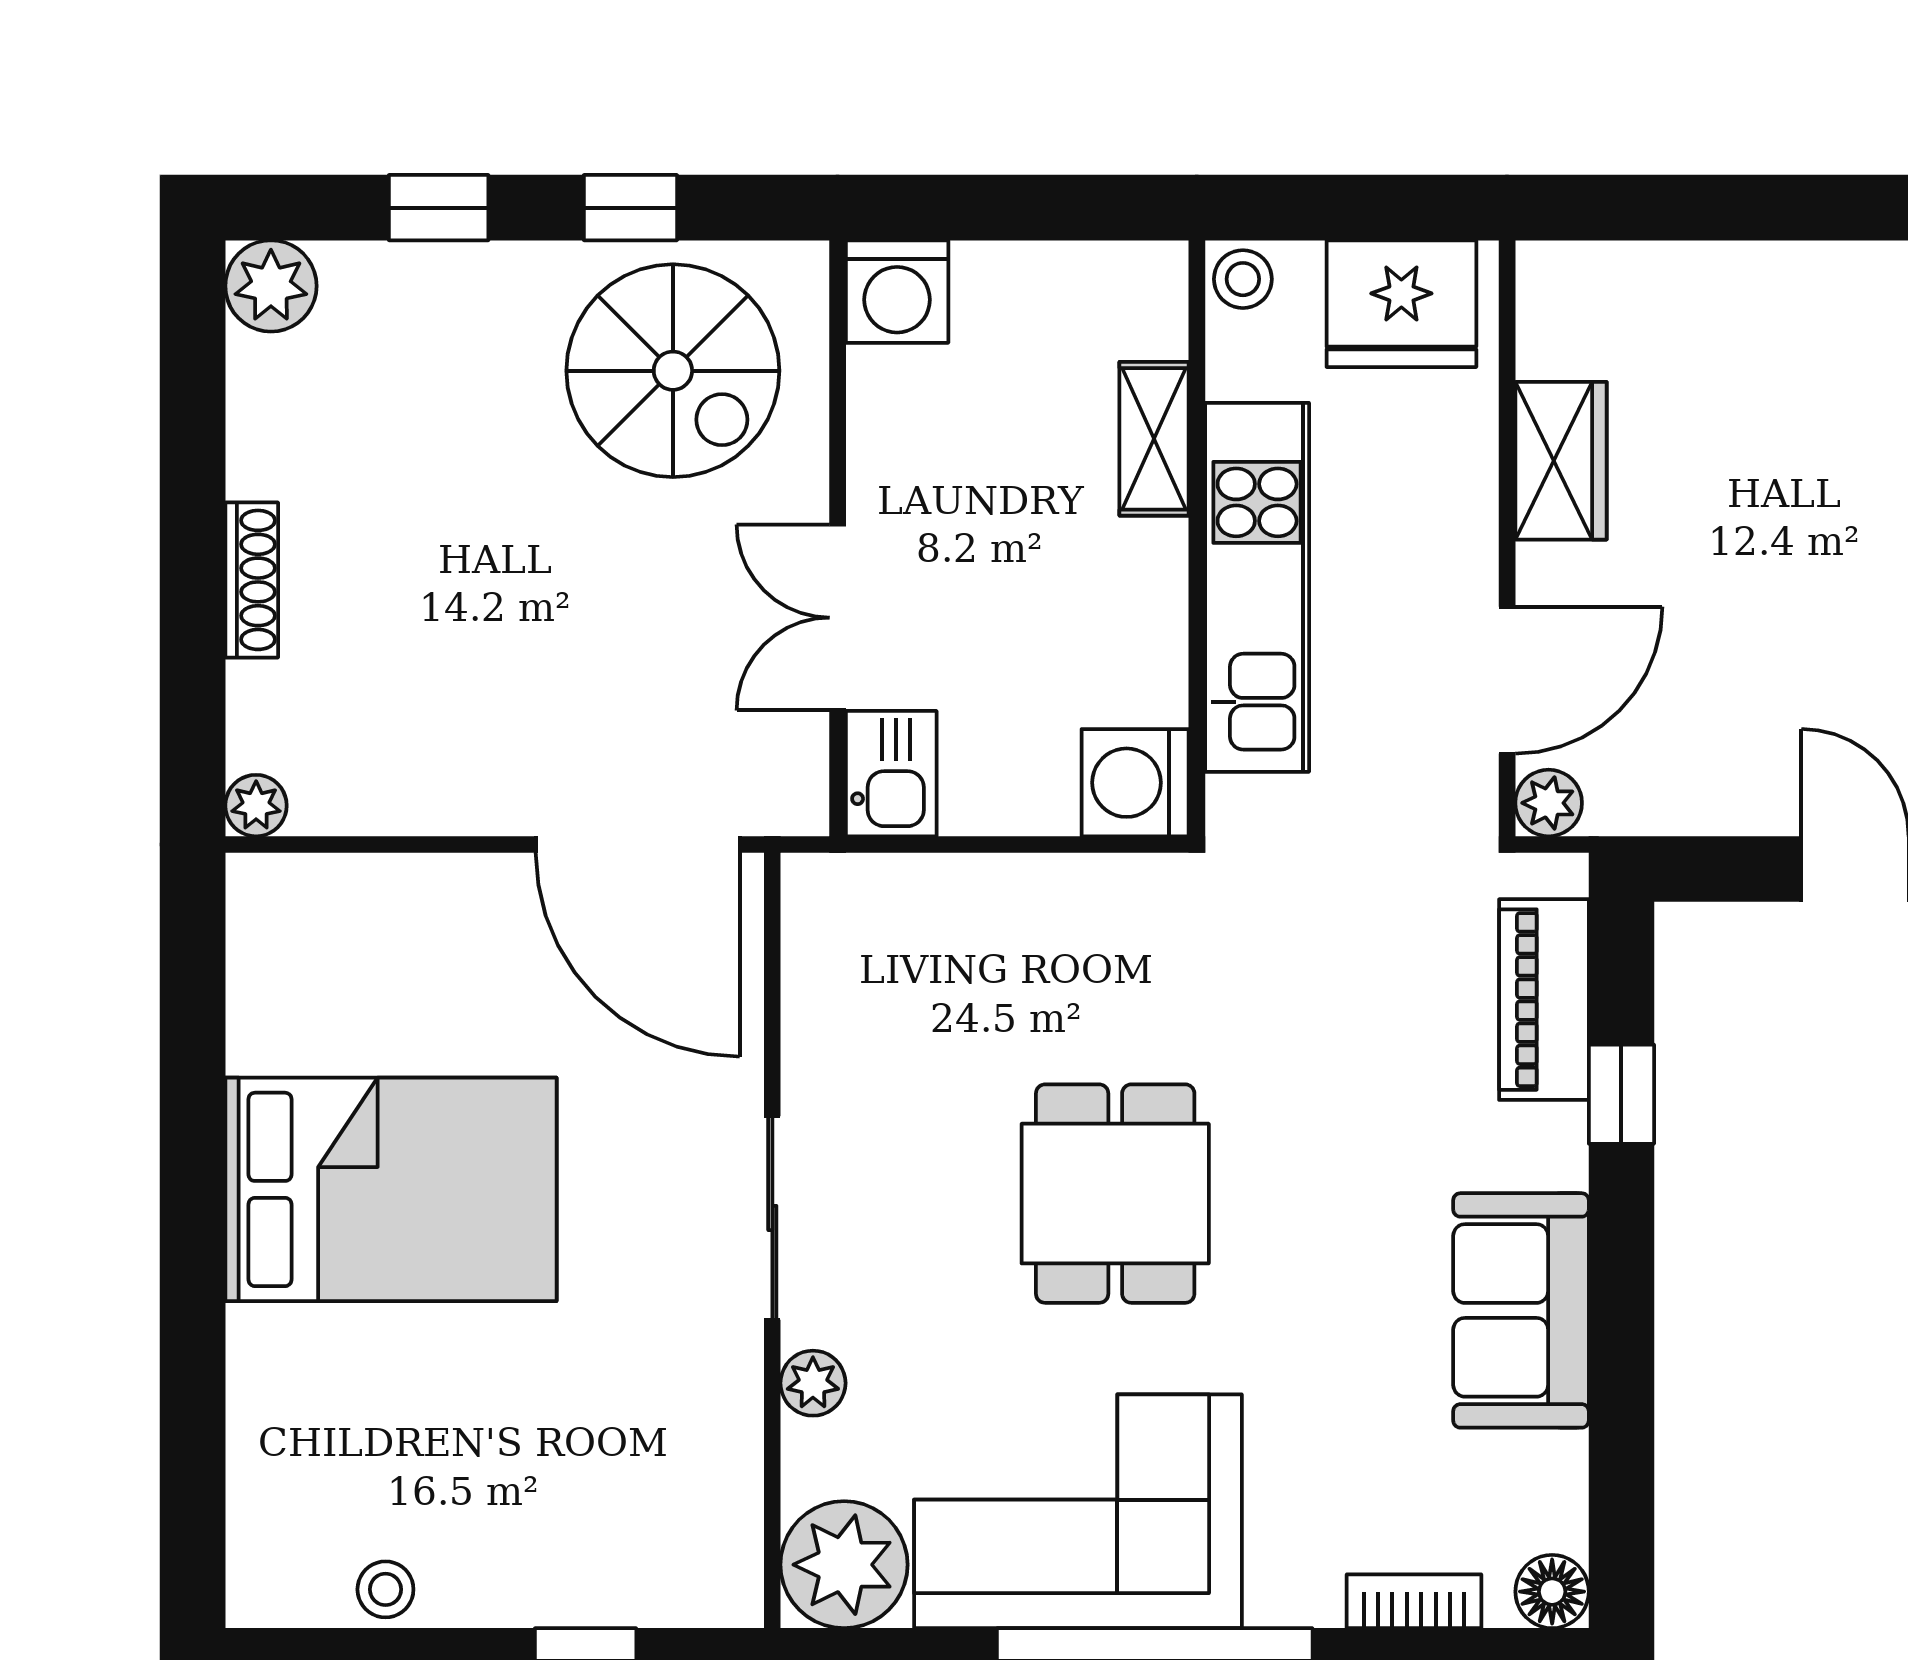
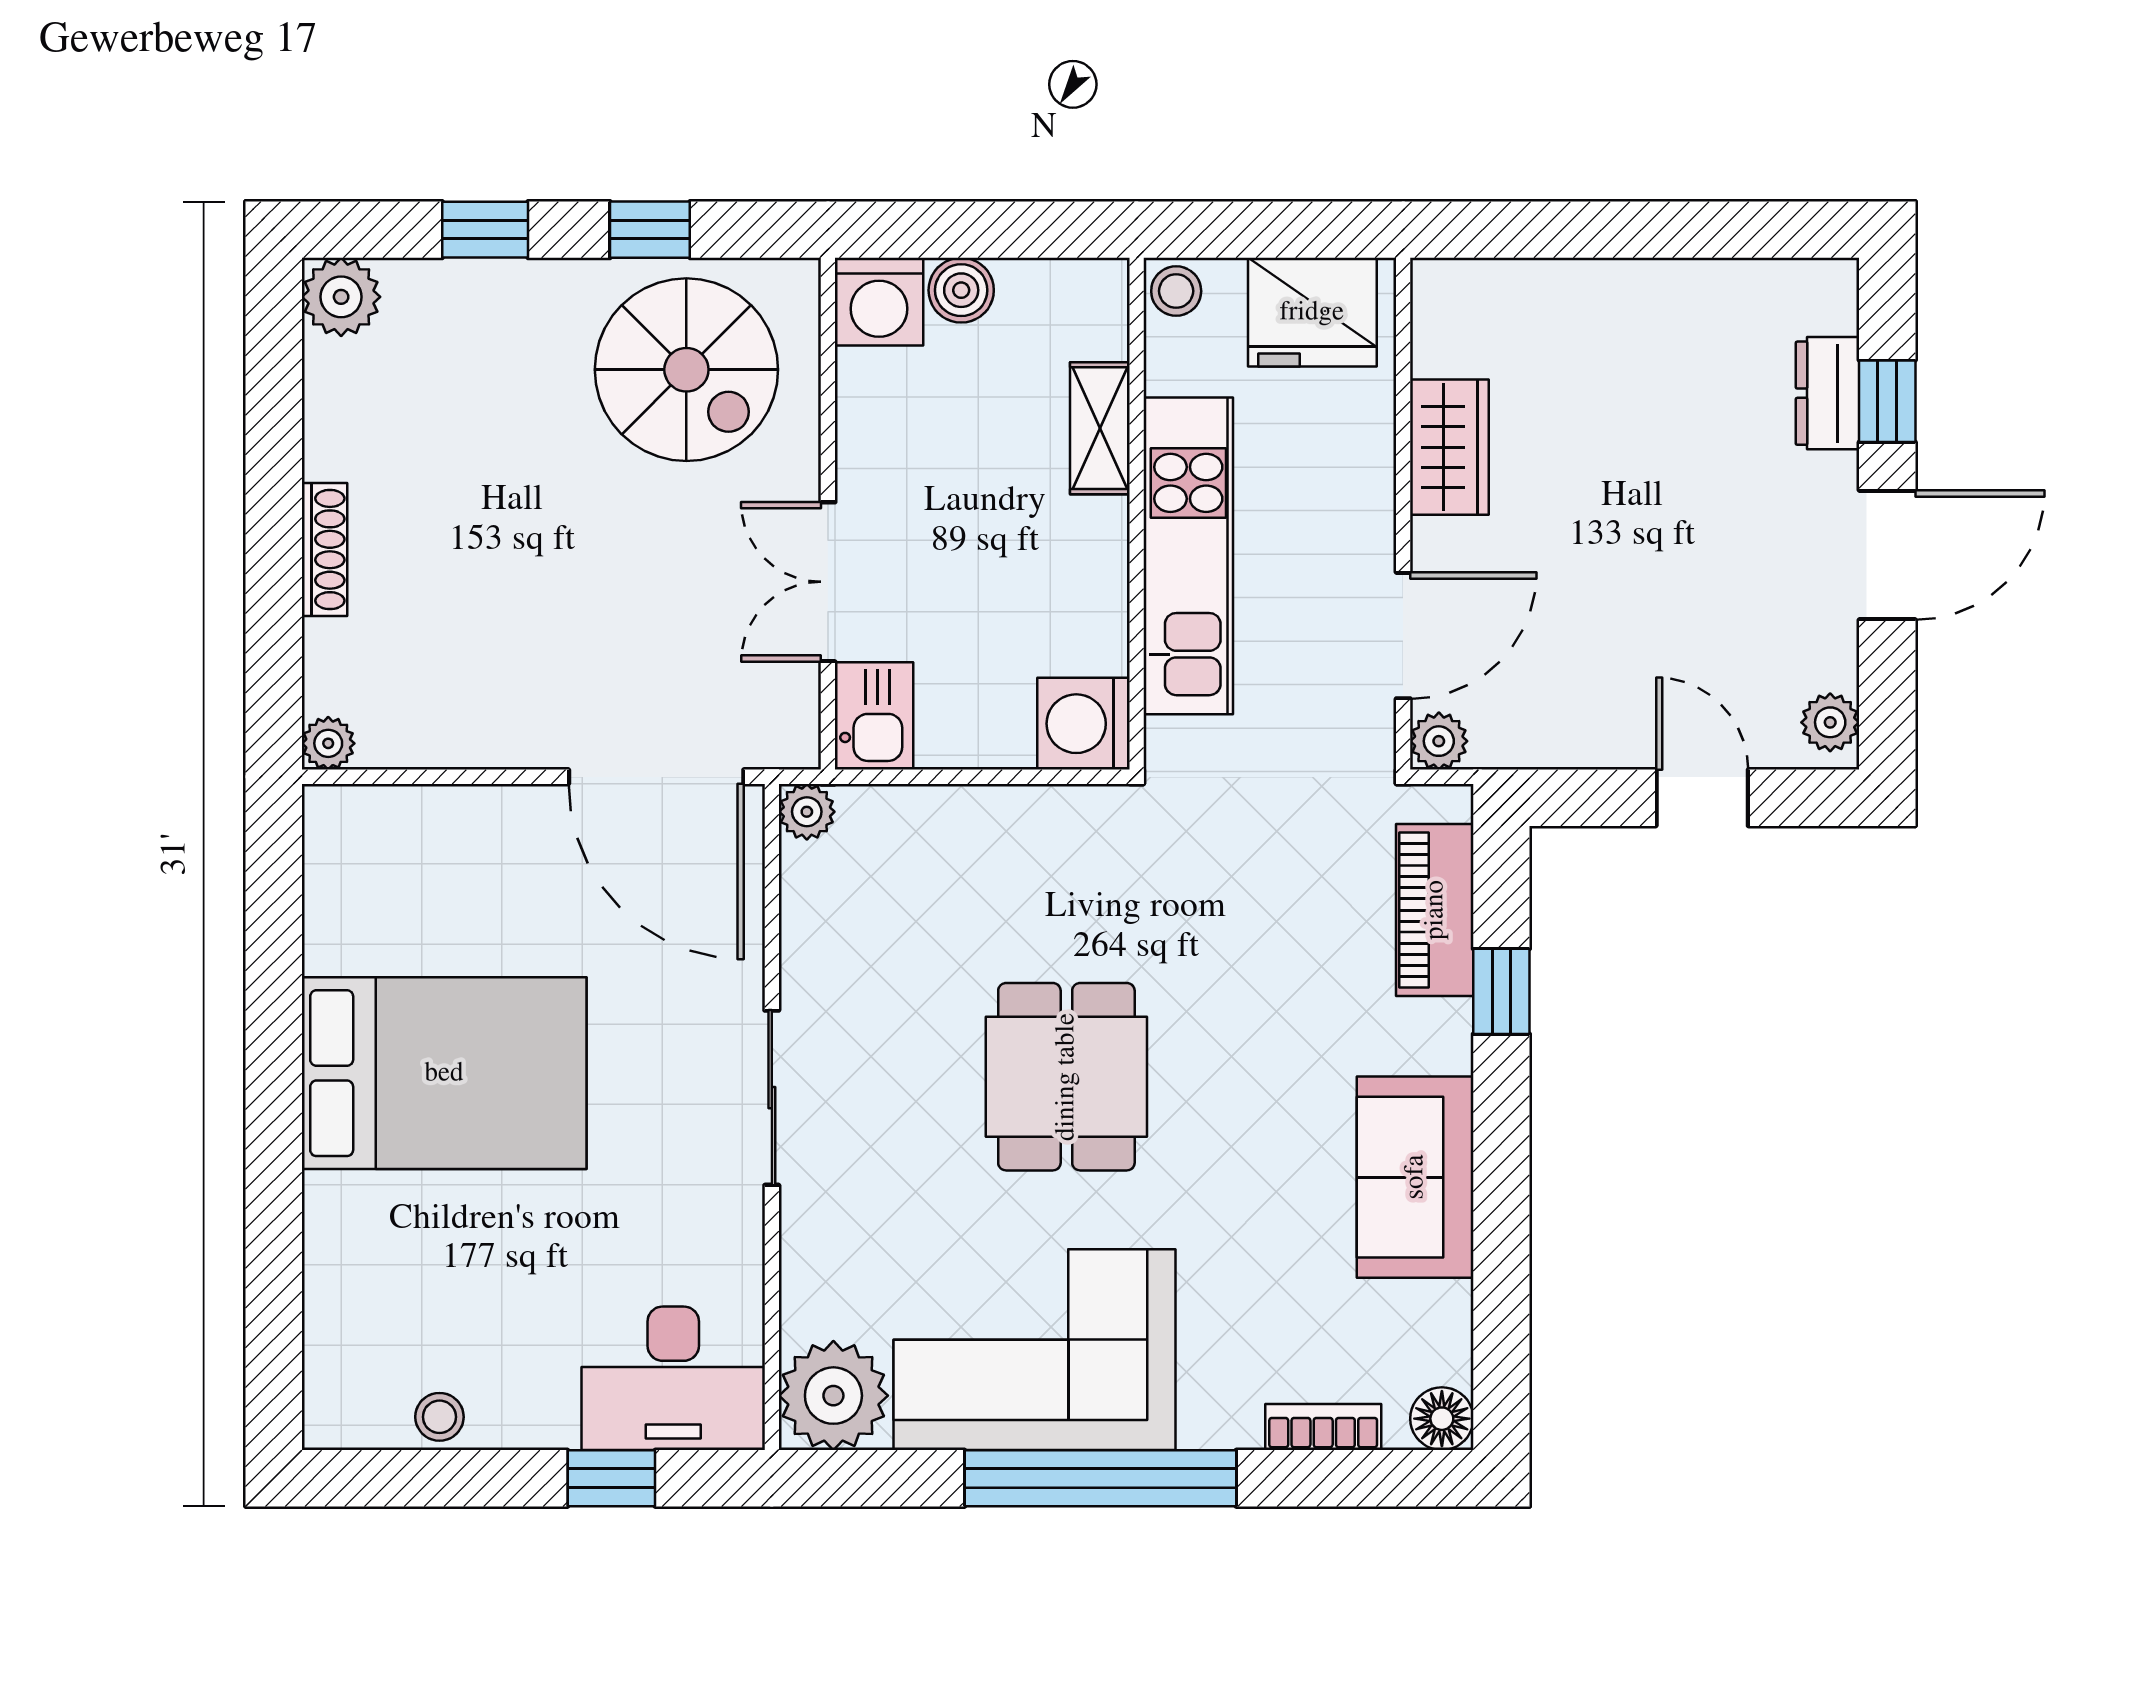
boiler: (993, 278) -> (961, 290), added
plant: (813, 1383) -> (807, 812), moved
desk: (658, 1545) -> (673, 1378), added

